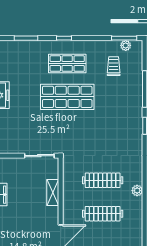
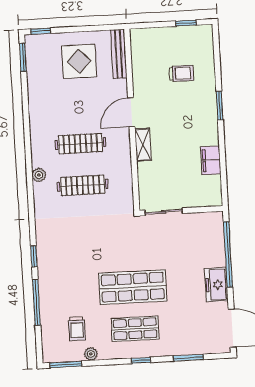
plant: (126, 45) -> (91, 354), moved
shelving: (53, 192) -> (143, 145), moved

